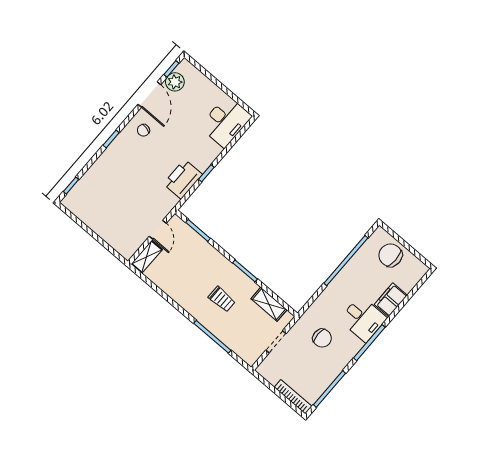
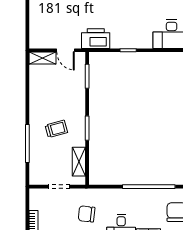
printer: (183, 179) -> (96, 39), moved
door: (158, 230) -> (66, 50), hinge flipped
trolley: (222, 299) -> (56, 129), turned -105
chair: (322, 338) -> (87, 214), turned 96

